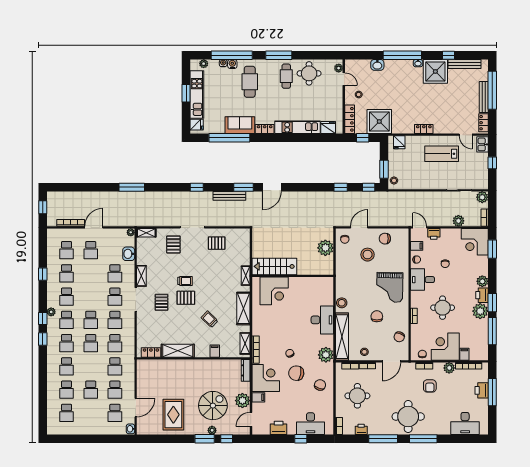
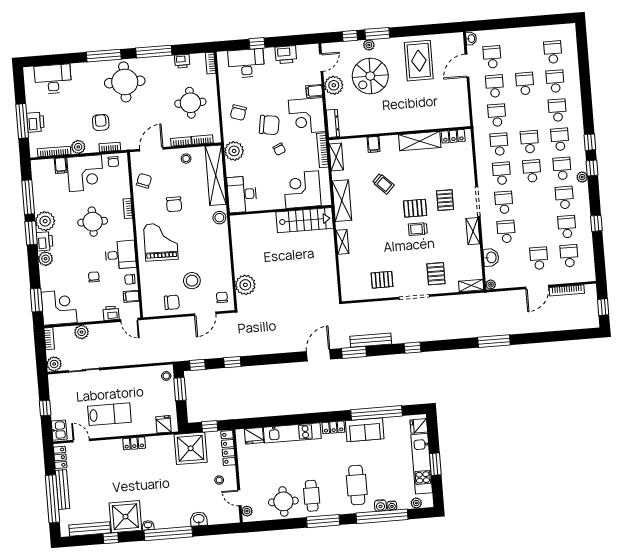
stairs: (274, 266) -> (305, 220), moved
wall: (293, 276) -> (281, 210), moved
corner desk: (274, 291) -> (302, 190), moved

